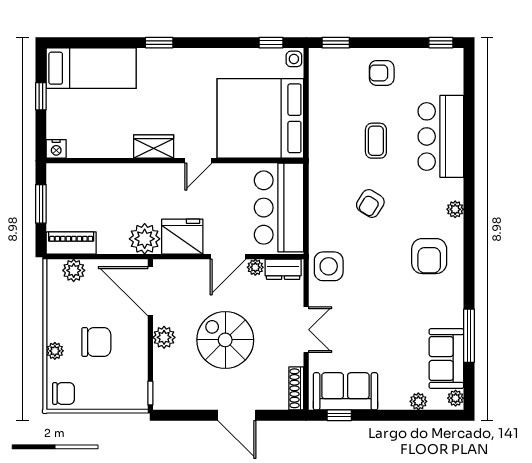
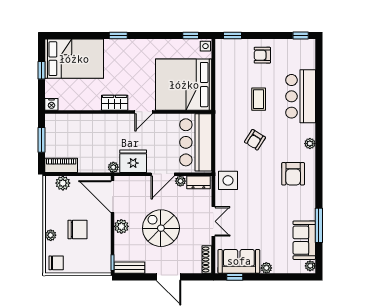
bed: (91, 68) -> (74, 59), width x1.50
plant: (145, 239) -> (113, 167), width x0.53, depth x0.53
bench: (176, 401) -> (129, 268), added
plant: (418, 401) -> (266, 268), moved

